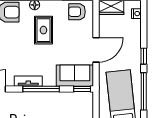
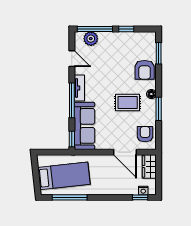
door: (96, 50) -> (125, 152), moved
window: (144, 56) -> (140, 197), moved
sofa: (75, 76) -> (84, 126), width x1.36

